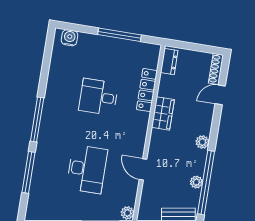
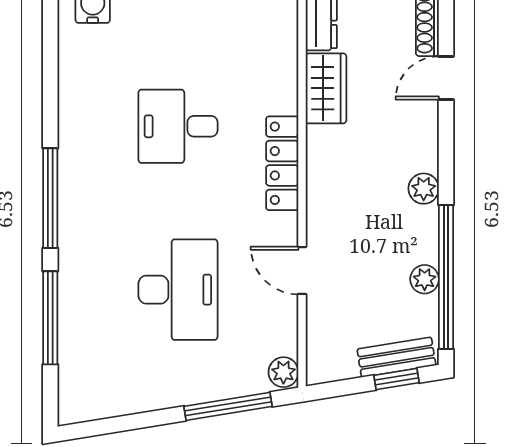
locker: (147, 90) -> (282, 163), moved
wardrobe: (163, 113) -> (326, 88), moved

